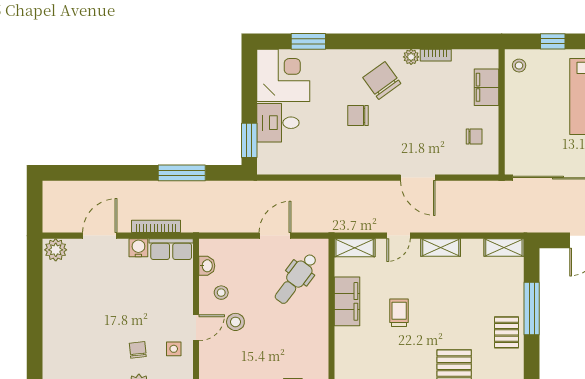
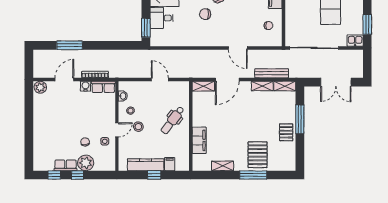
window: (182, 173) -> (70, 45), moved
bench: (480, 224) -> (272, 73), added
door: (275, 236) -> (160, 80), hinge flipped
door: (398, 236) -> (227, 80), width x1.88
shelving: (441, 247) -> (262, 86), moved
dental chair: (296, 279) -> (173, 120), moved
filing cabinet: (347, 301) -> (199, 140), moved
trolley: (399, 313) -> (228, 122), removed

